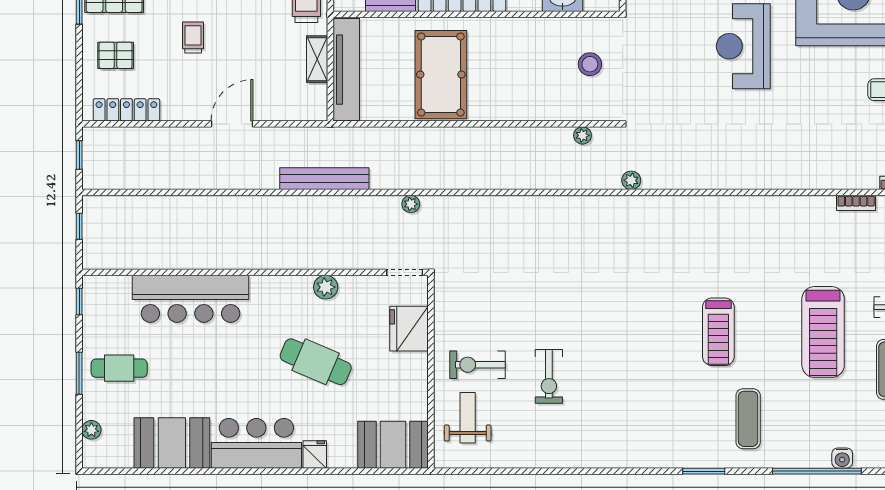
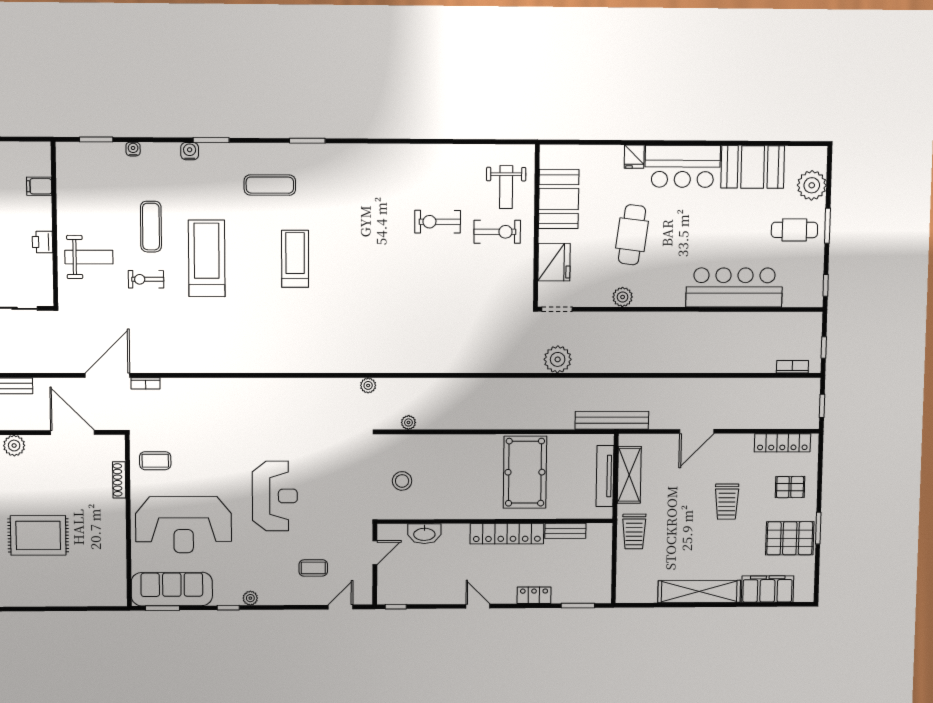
trolley: (193, 38) -> (727, 502), width x1.36, depth x1.39
shelving: (317, 59) -> (629, 475), width x1.50, depth x1.33
tv unit: (346, 70) -> (605, 476), width x0.73, depth x0.78
bench: (324, 179) -> (612, 420), moved
bookcase: (856, 203) -> (792, 367), moved
plant: (411, 204) -> (558, 359), width x1.87, depth x1.87
cafe table: (316, 362) -> (632, 235), turned 74
exercise bike: (549, 376) -> (438, 222), turned -90
exercise mat: (748, 419) -> (270, 185), turned 90
plant: (91, 430) -> (812, 185), width x1.88, depth x1.88
booth: (393, 445) -> (559, 199), moved, turned 90
window: (817, 471) -> (211, 140), width x0.47

